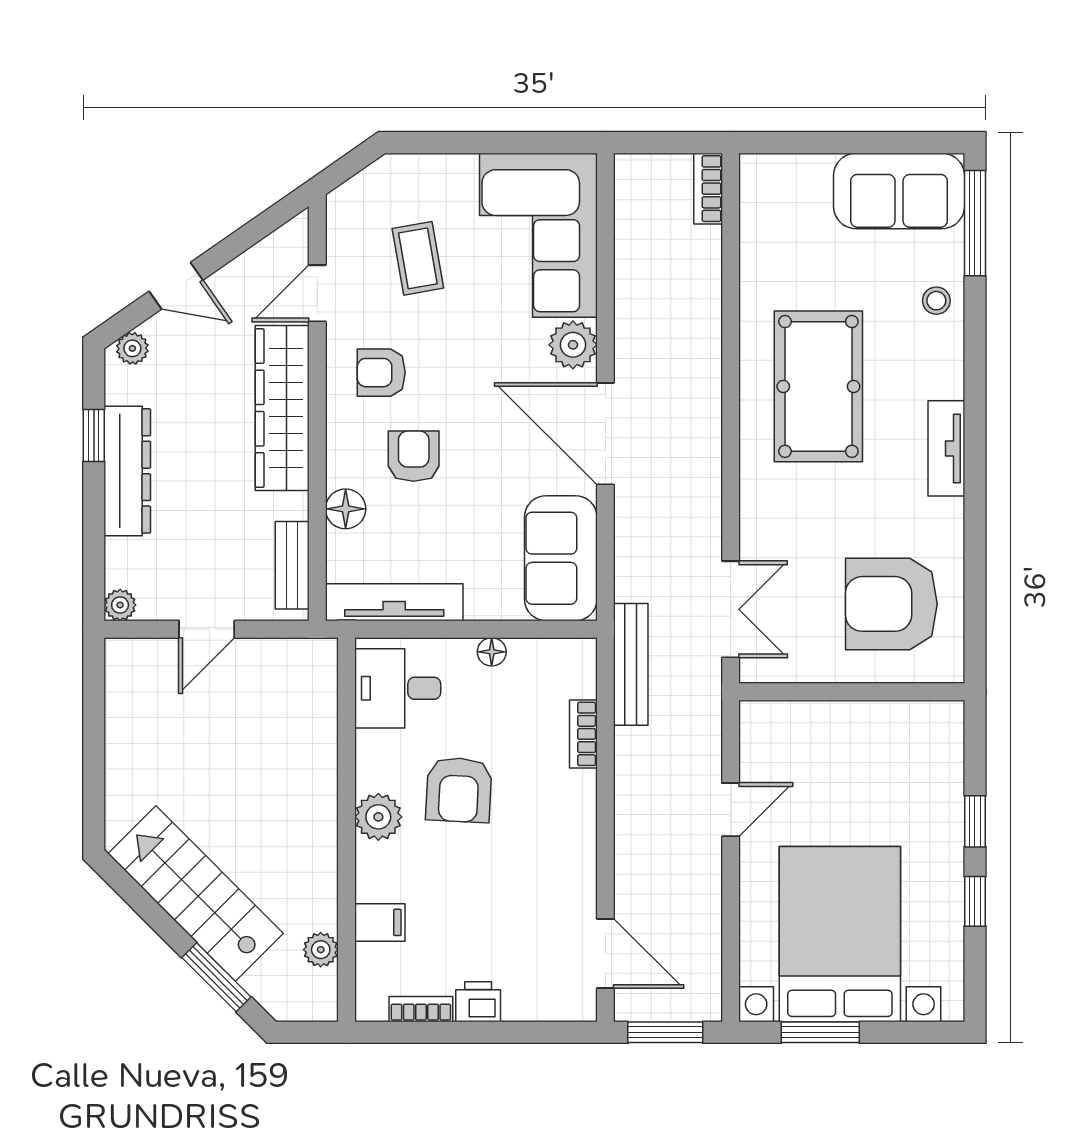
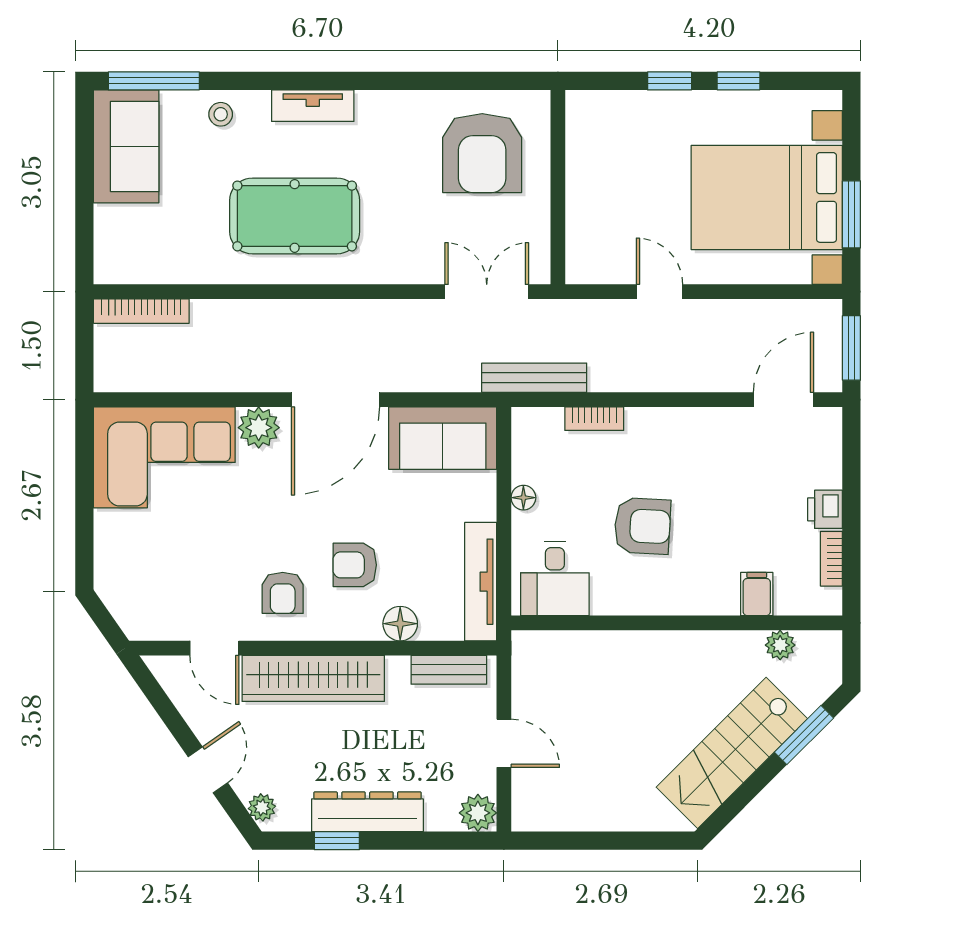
bookcase: (708, 189) -> (141, 311), width x1.56
coffee table: (418, 258) -> (184, 561), removed
tv unit: (946, 448) -> (313, 106), moved
plant: (120, 605) -> (478, 813), width x1.38, depth x1.38
plant: (378, 817) -> (666, 595), removed

